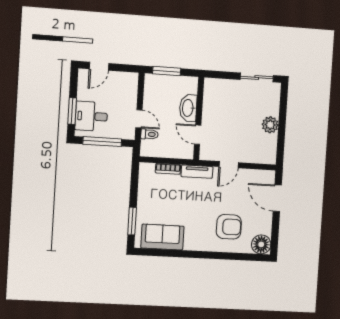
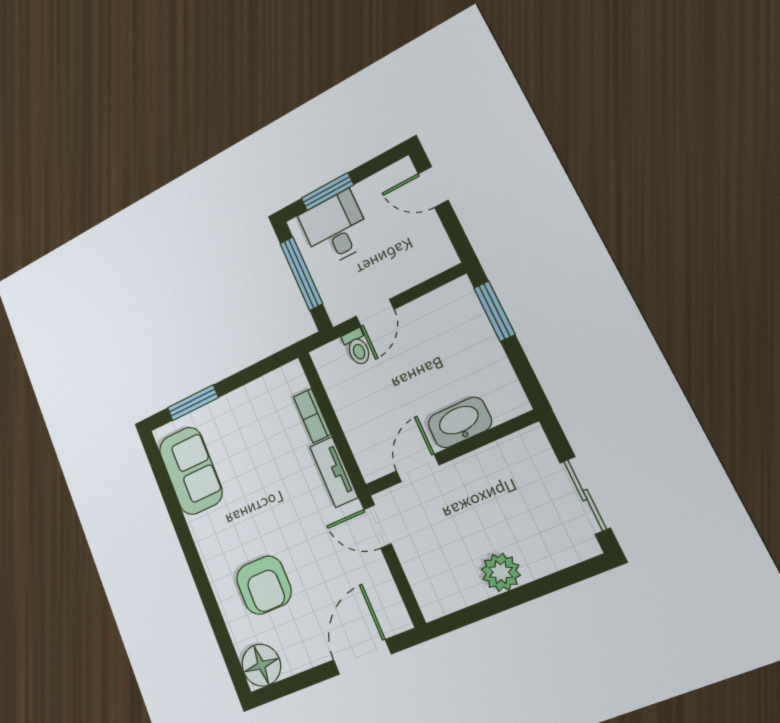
washbasin: (188, 108) -> (460, 422), moved
wall: (199, 119) -> (450, 454), moved
door: (198, 135) -> (418, 468), moved

